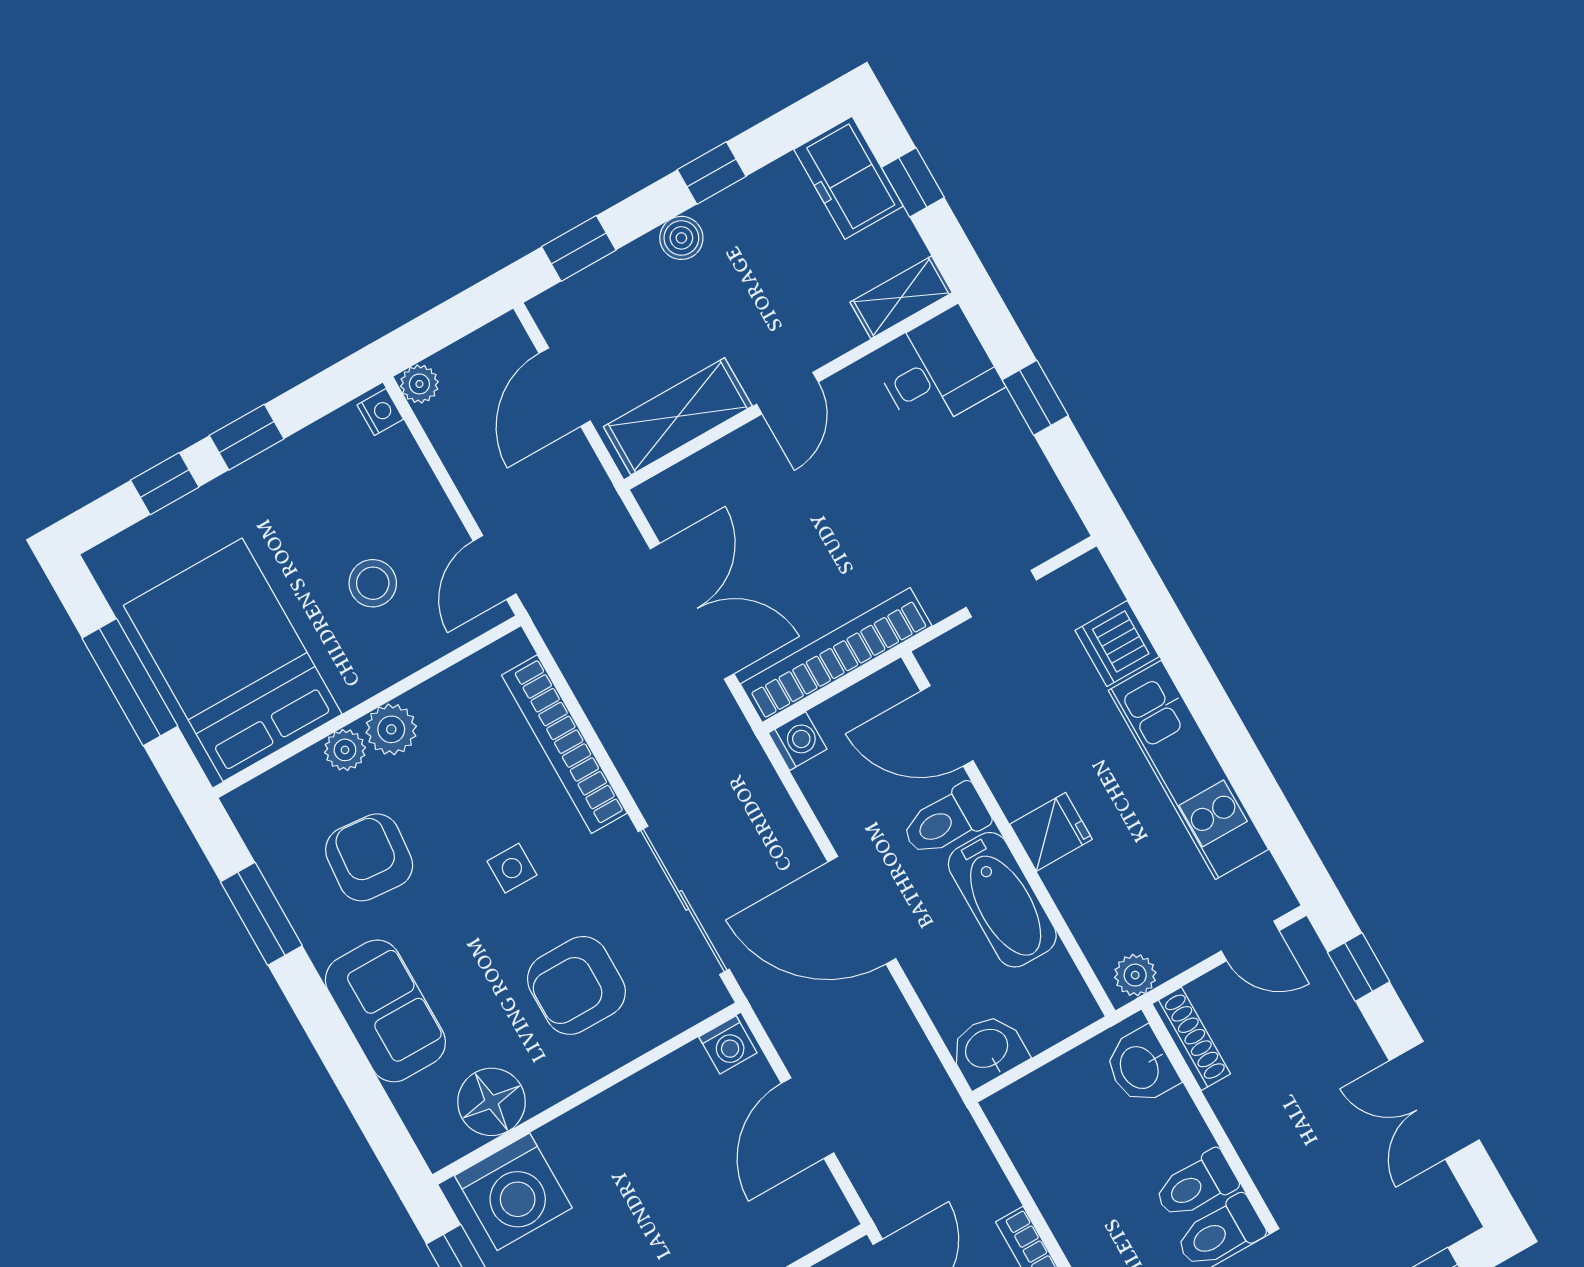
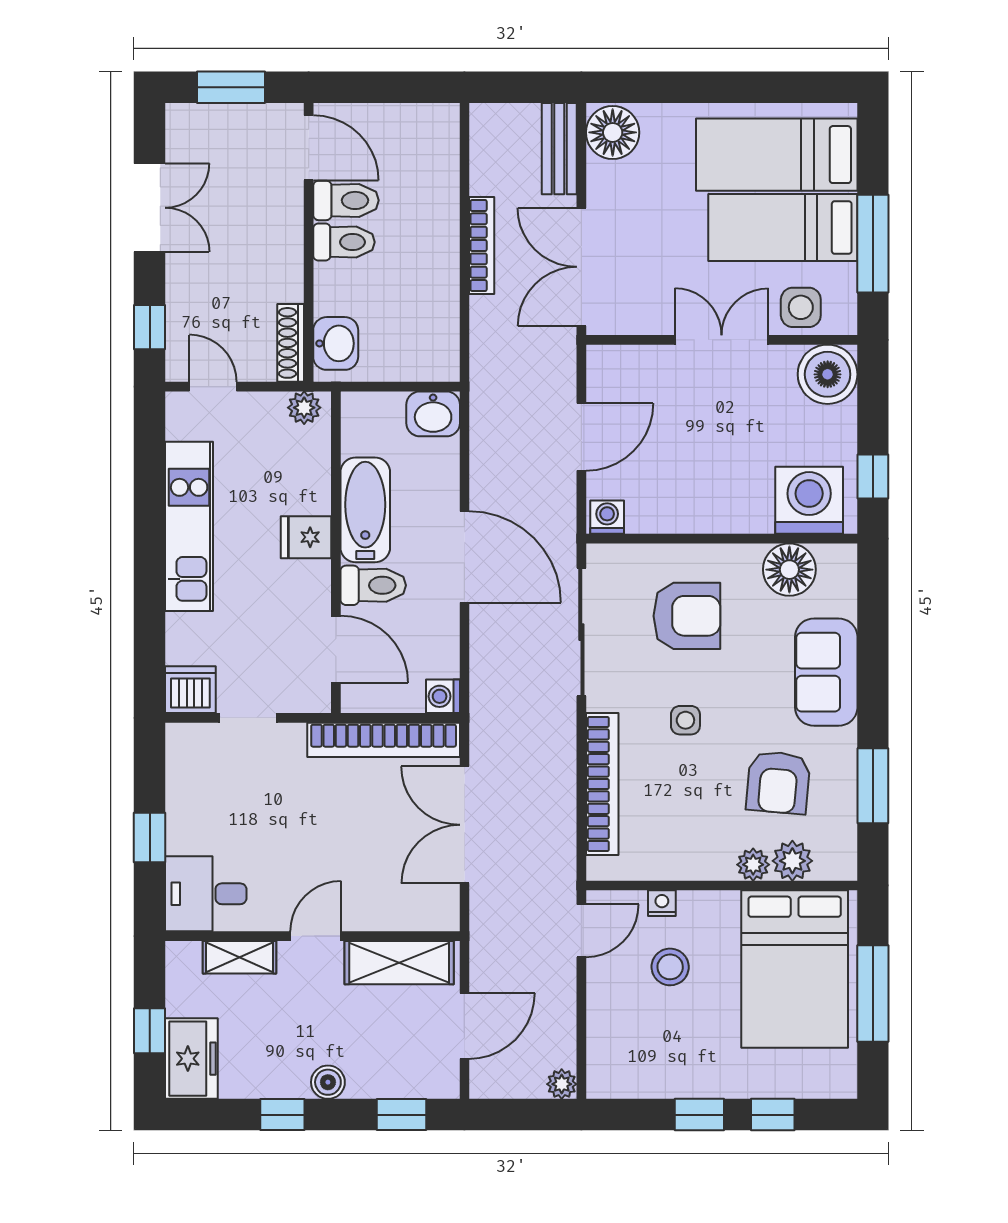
shelving: (901, 297) -> (240, 957), moved
nightstand: (380, 412) -> (662, 903), moved, turned 90
dishwasher: (1117, 644) -> (190, 690), moved, turned -90
plant: (391, 729) -> (792, 861), moved

